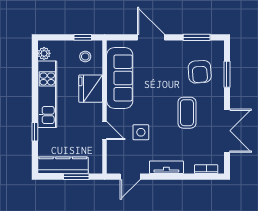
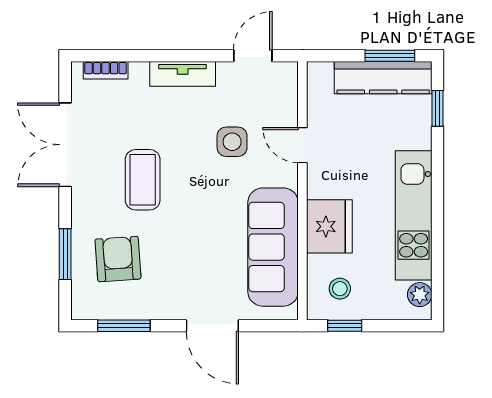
window: (35, 132) -> (437, 108), moved
window: (76, 177) -> (390, 56), moved

